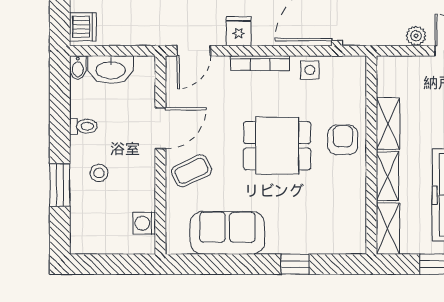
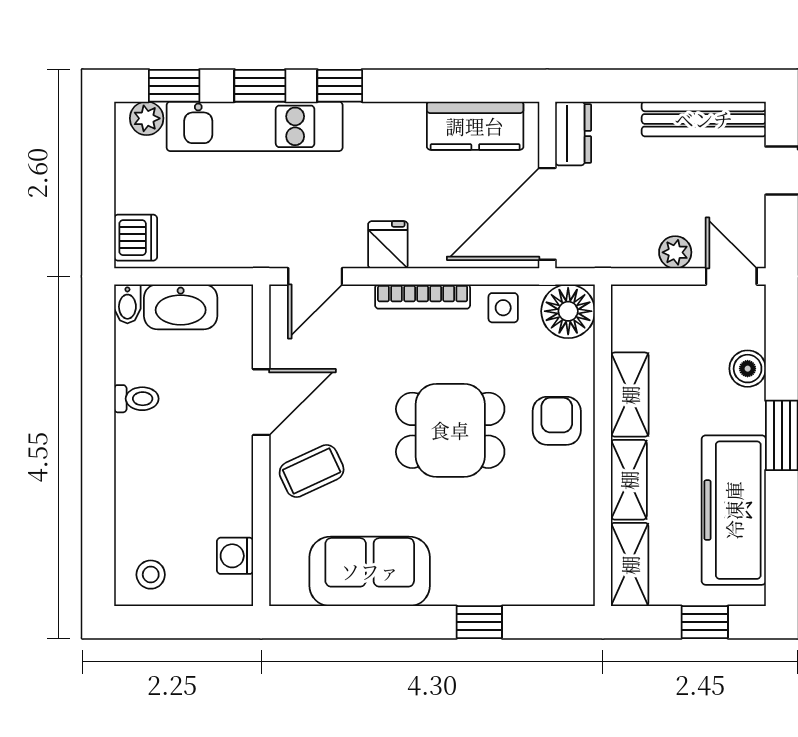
floor lamp: (350, 72) -> (568, 311), added
stool: (99, 173) -> (151, 575), moved
window: (60, 185) -> (98, 494), removed

